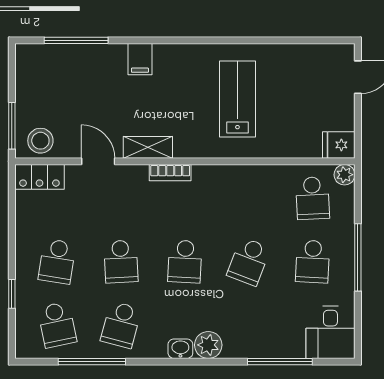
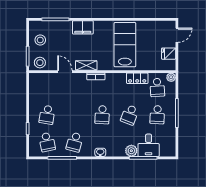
filing cabinet: (140, 59) -> (83, 27), width x2.00
stool: (41, 88) -> (40, 40), added
lab bench: (237, 99) -> (125, 45), width x1.36, depth x1.39
fridge: (339, 145) -> (169, 54), moved
locker: (39, 177) -> (137, 78), moved
school desk: (121, 261) -> (75, 115), removed
desk: (330, 332) -> (149, 145), moved
plant: (208, 345) -> (131, 151), moved

